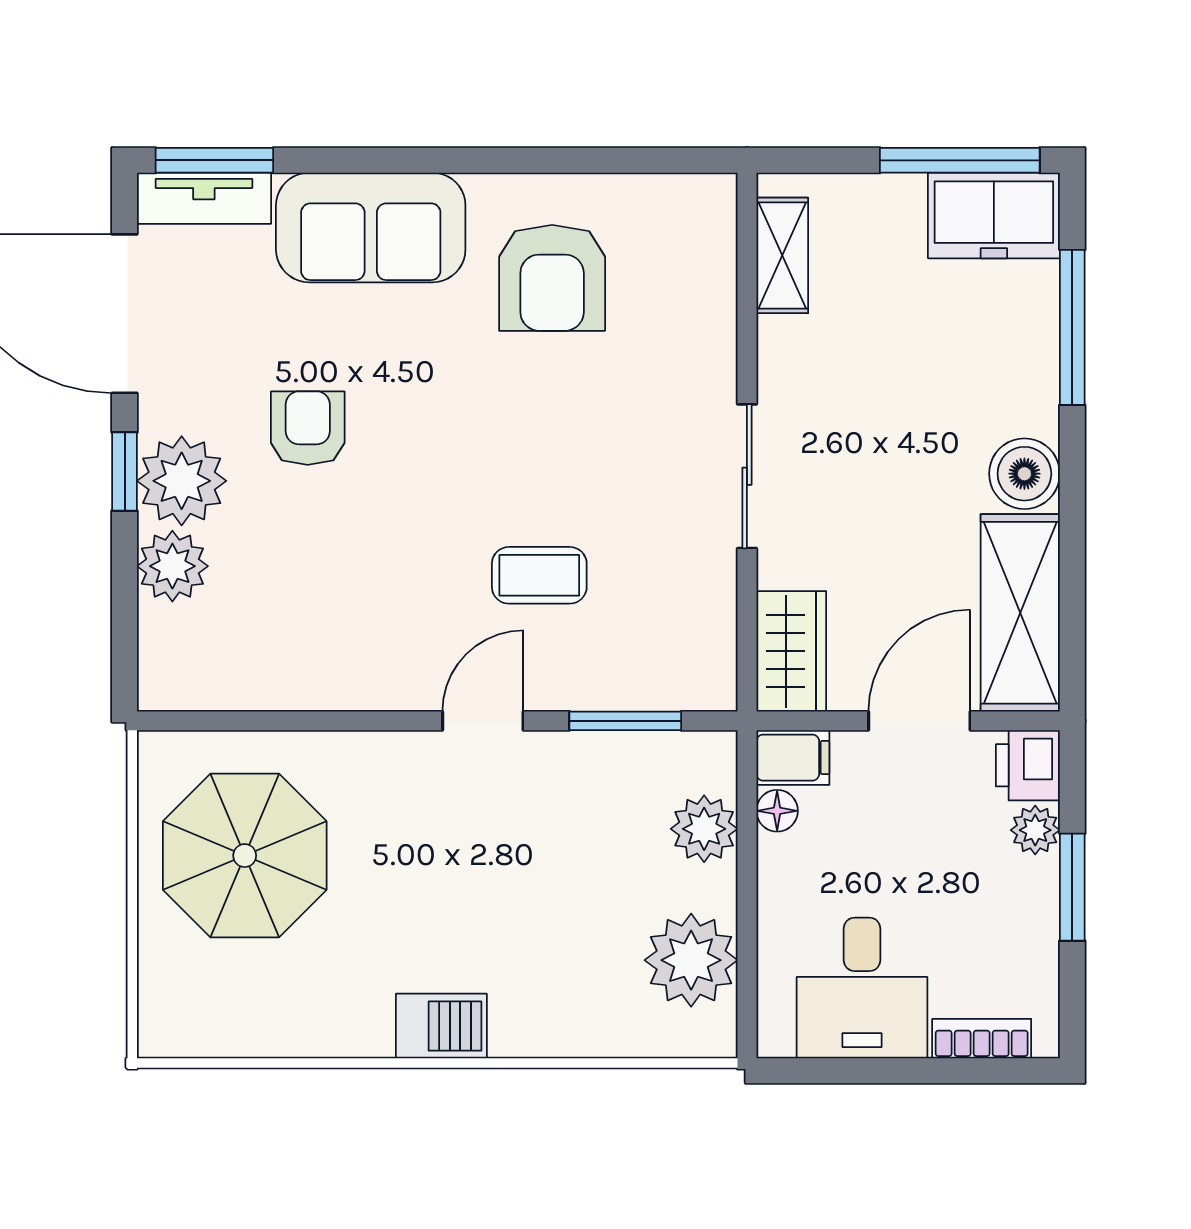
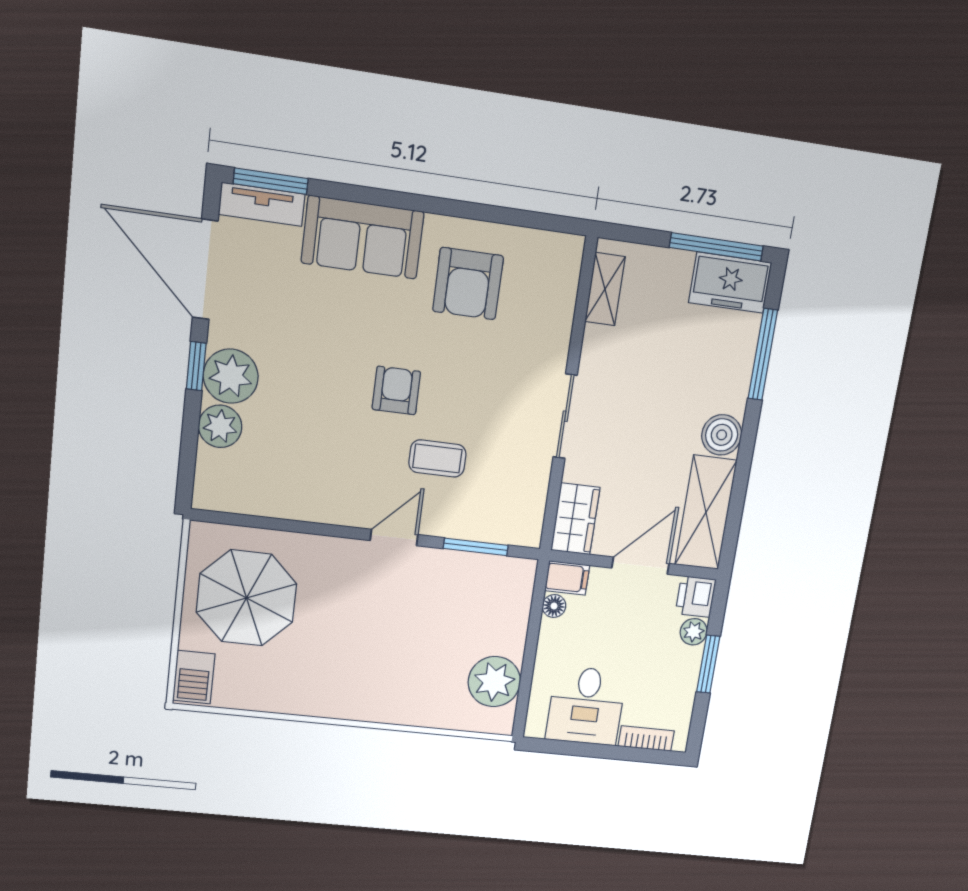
armchair: (308, 428) -> (396, 390), moved
plant: (704, 829) -> (512, 611), removed
barbecue: (441, 1026) -> (194, 677), moved, turned 90

